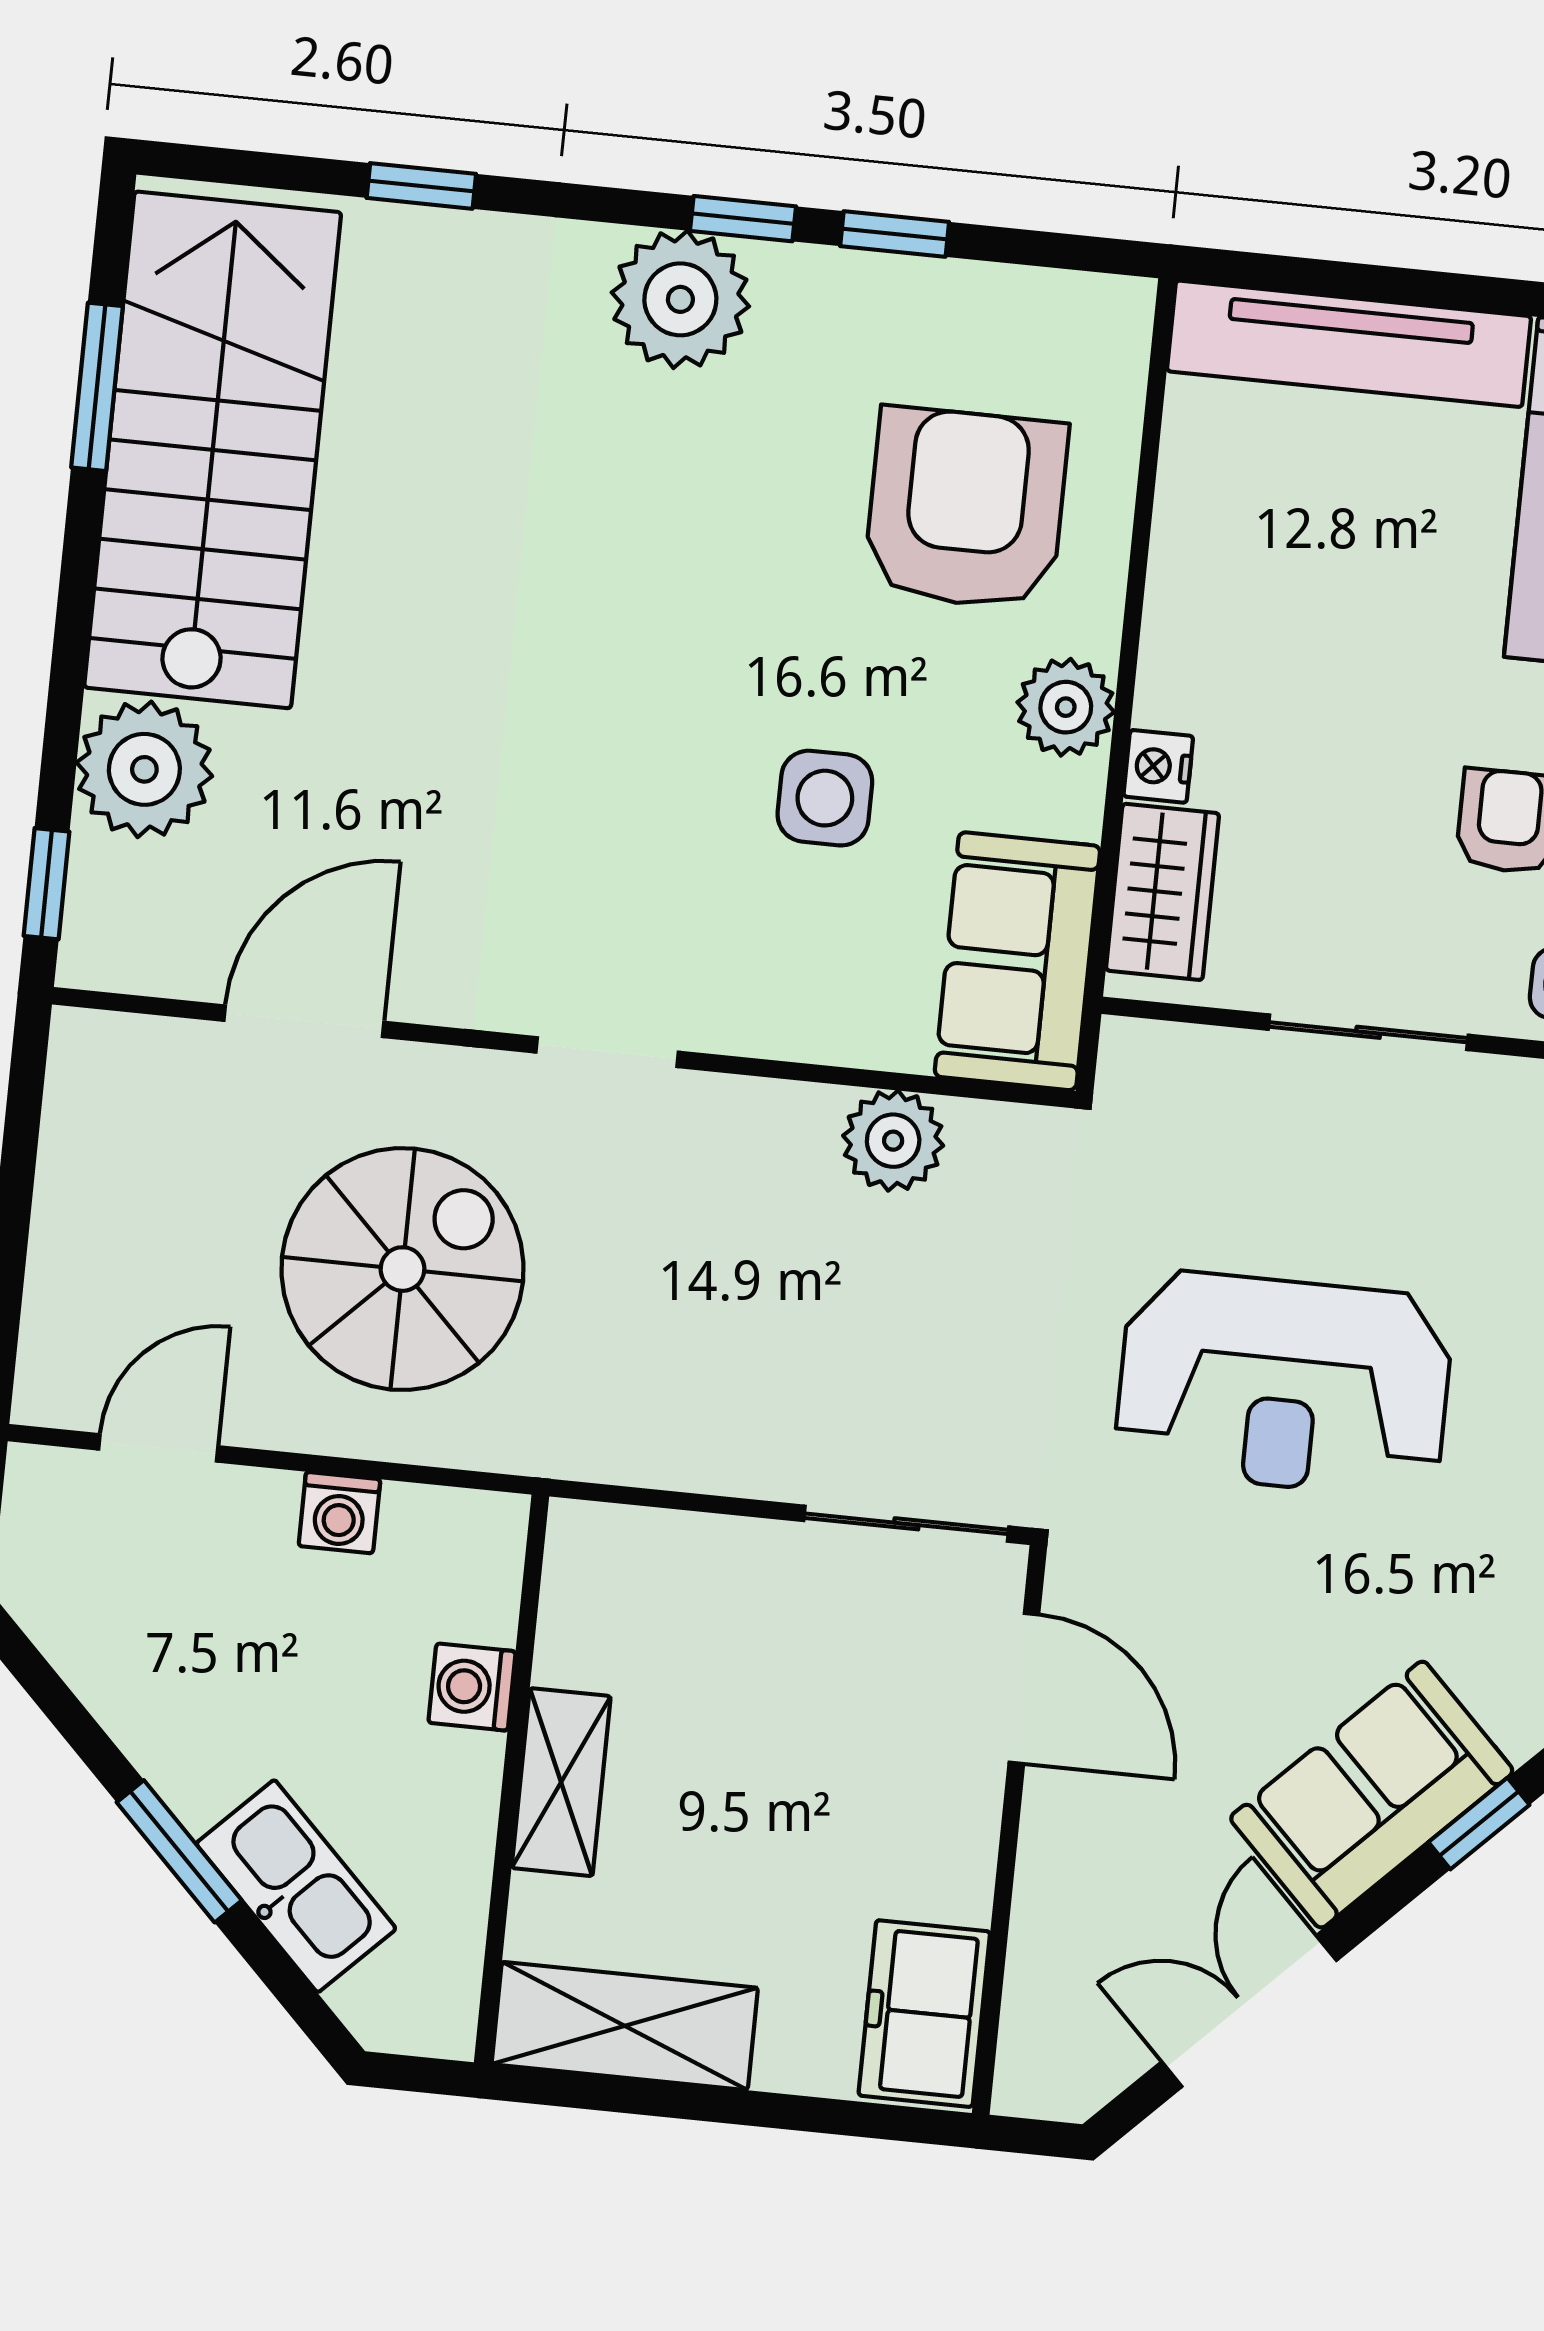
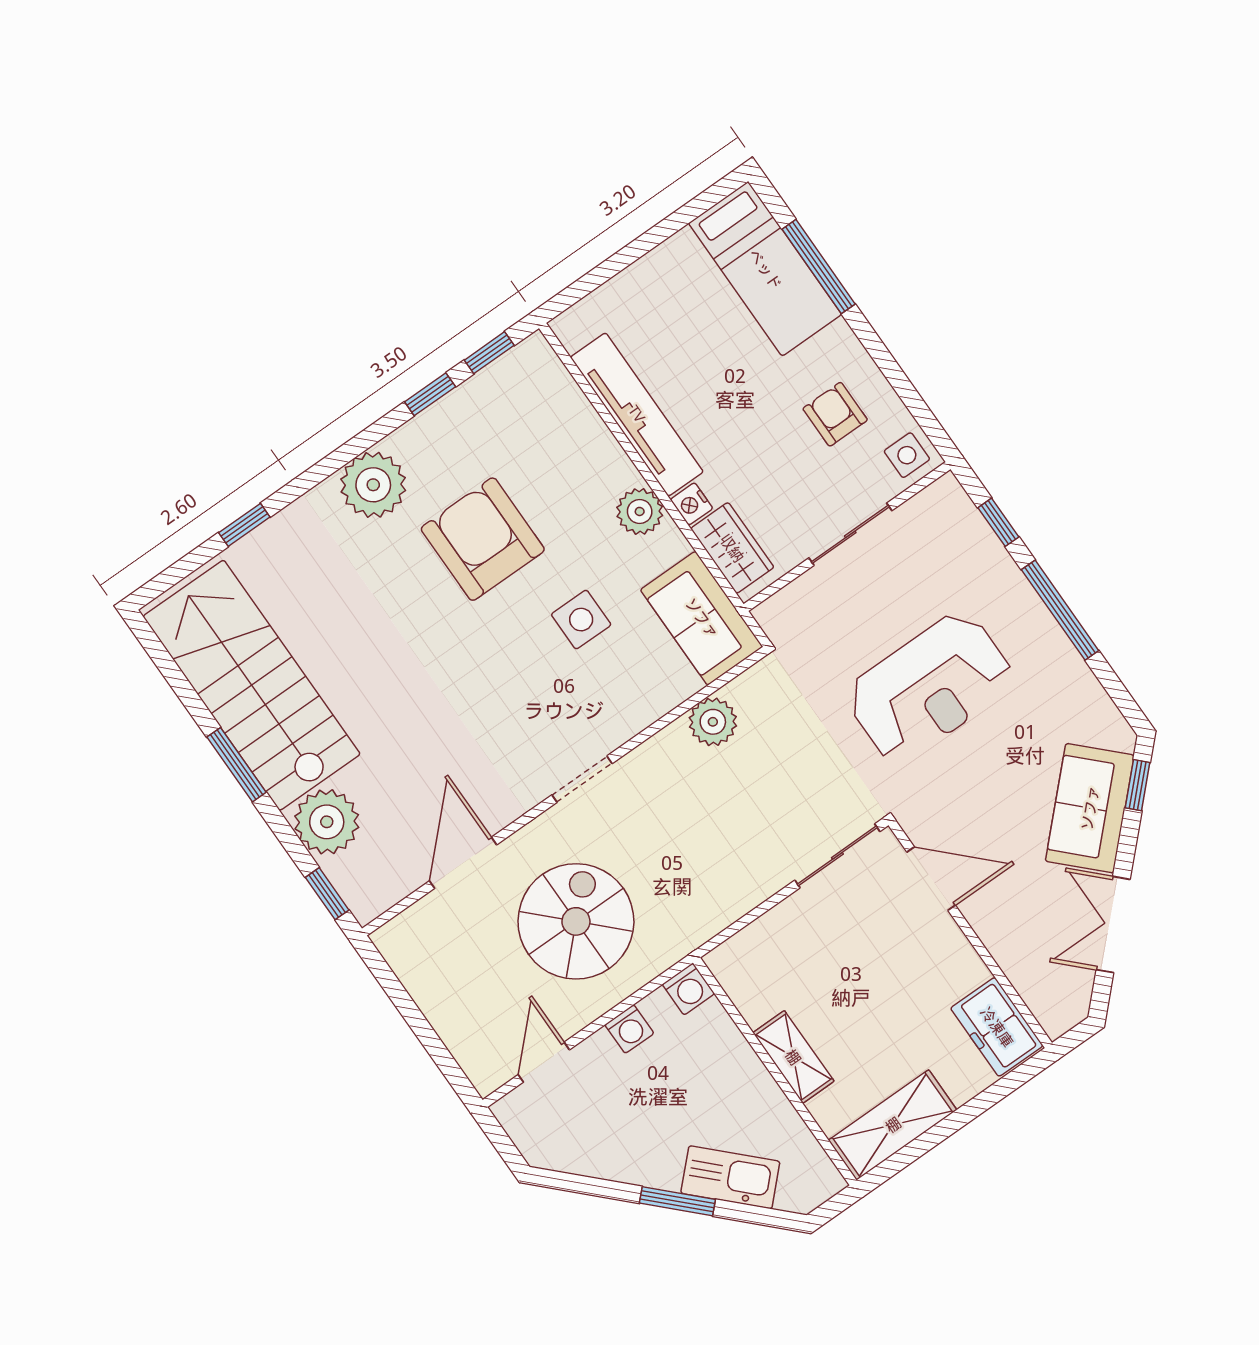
window: (743, 219) -> (489, 353), moved
tv unit: (1349, 344) -> (637, 414), moved, turned -90
window: (97, 387) -> (237, 765), moved
armchair: (966, 508) -> (483, 539), moved
washing machine: (472, 1687) -> (688, 989), moved, turned -90

